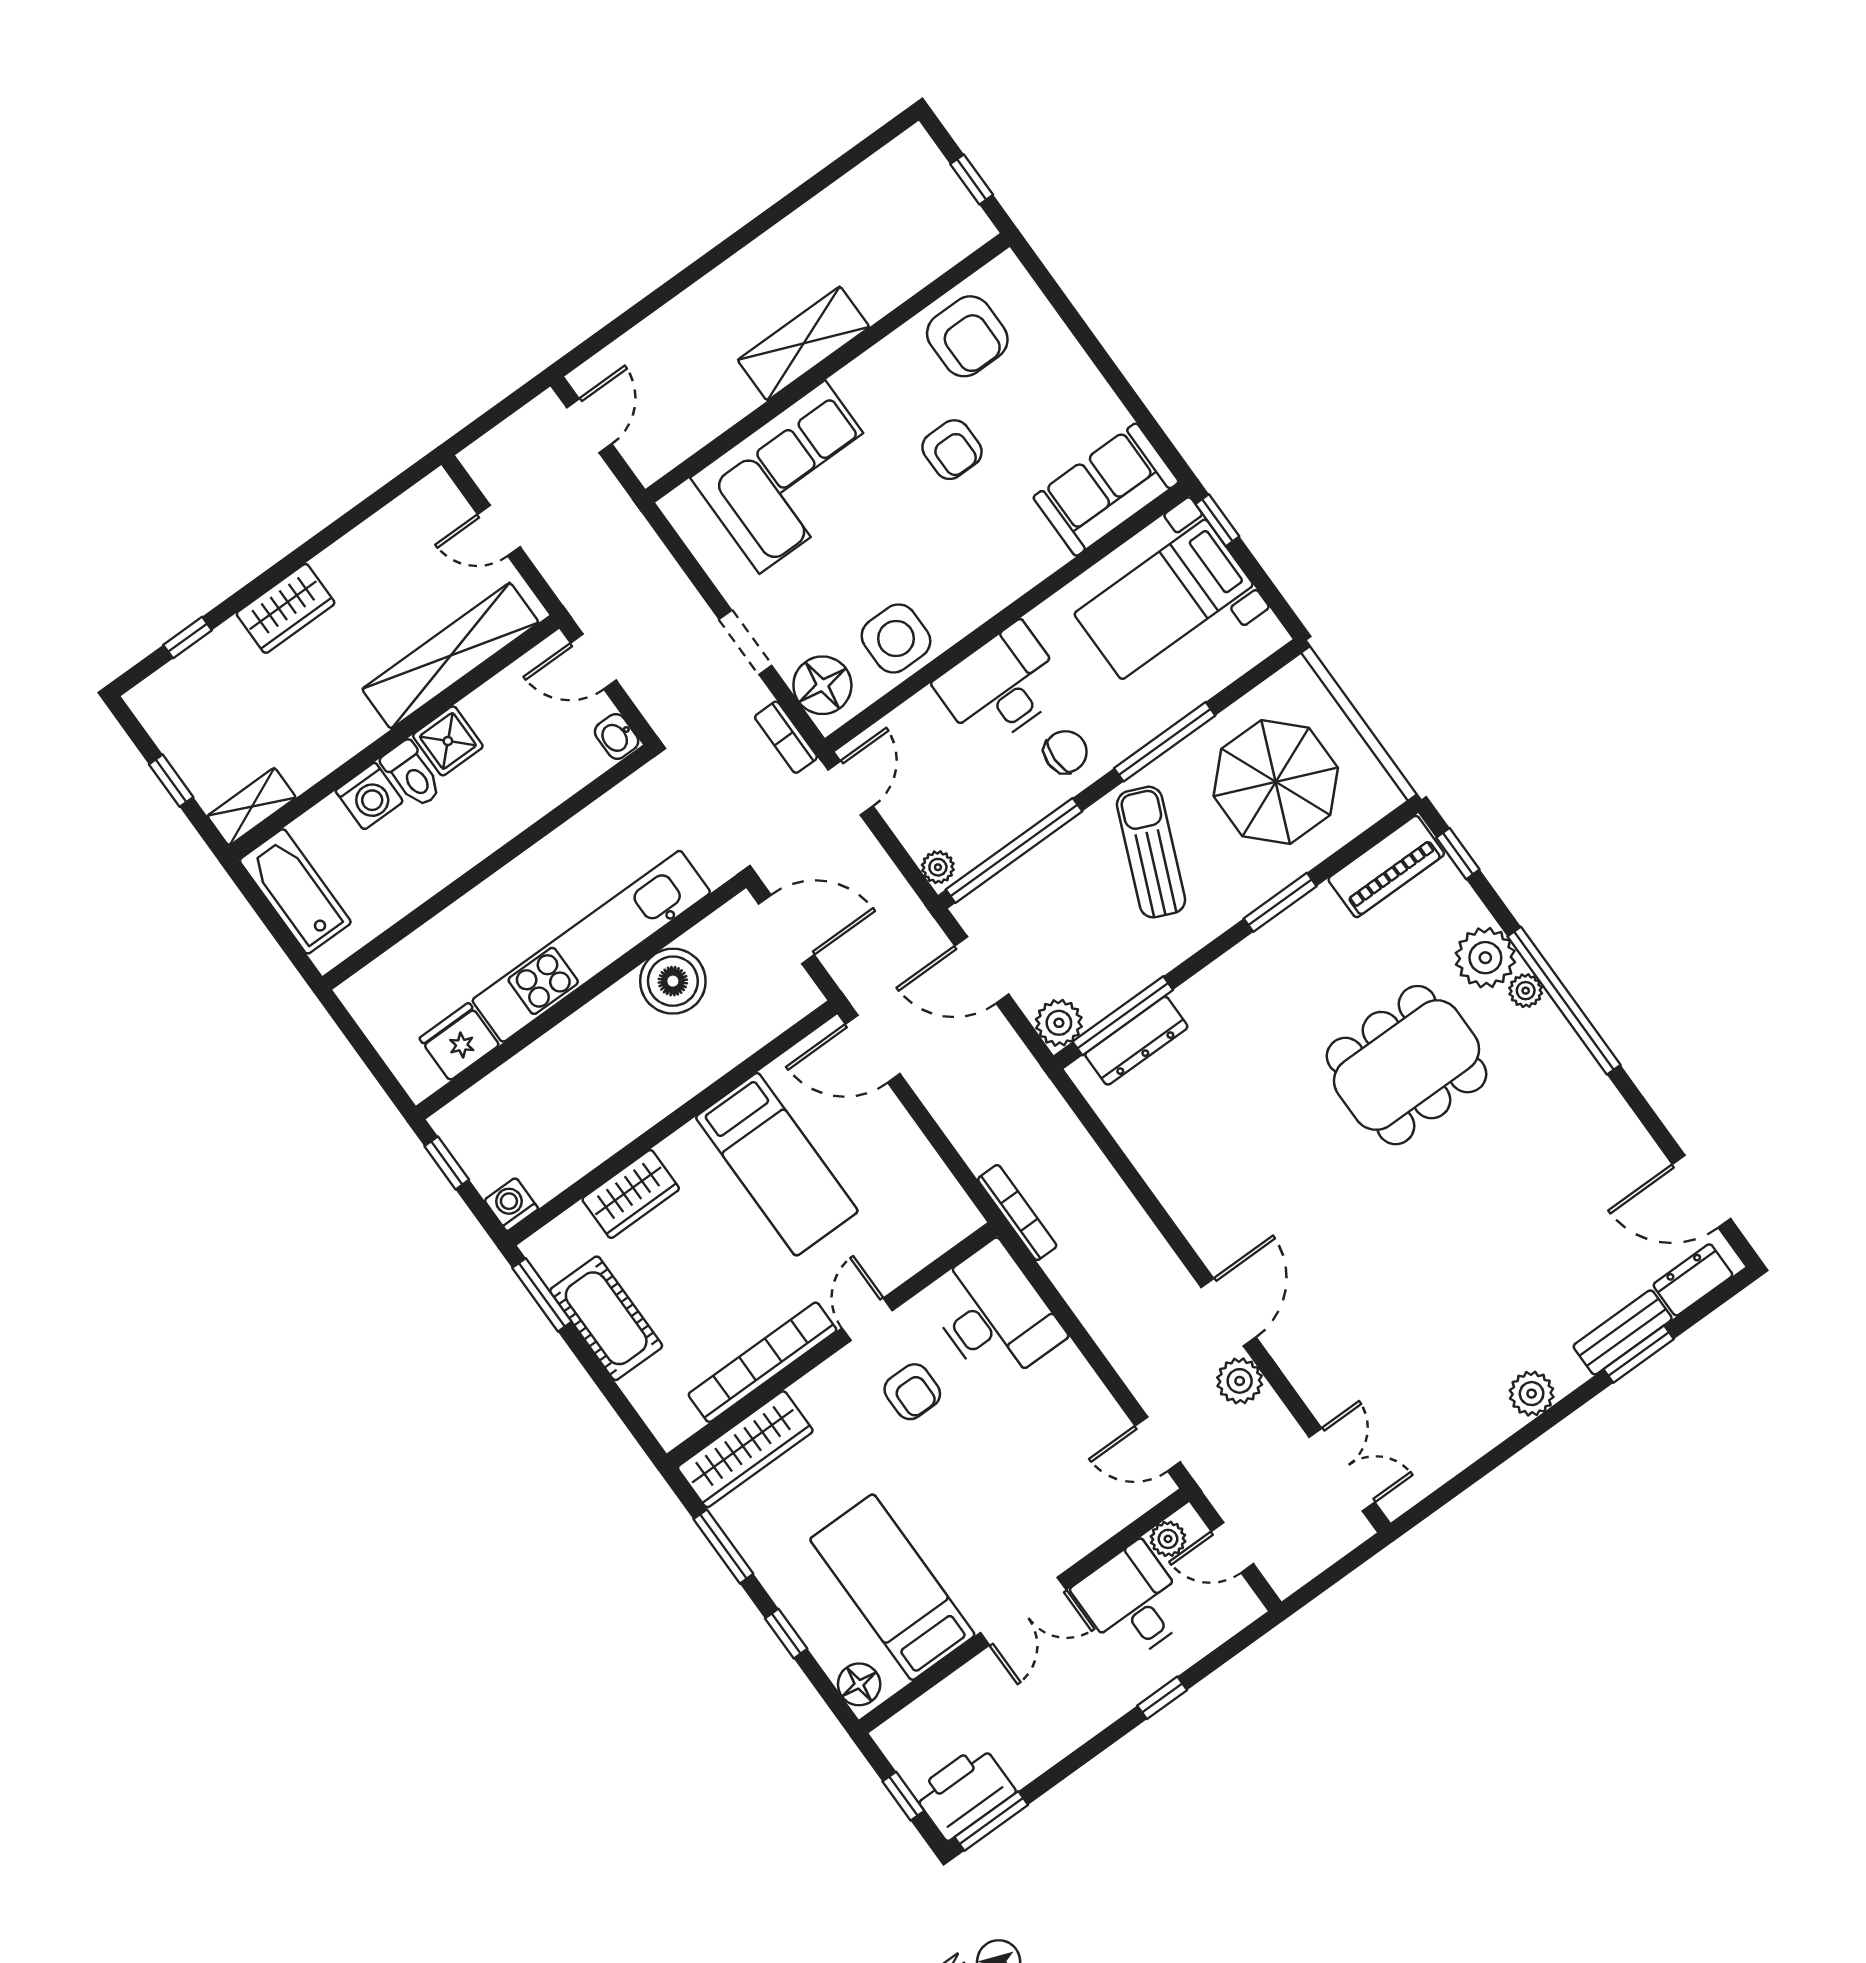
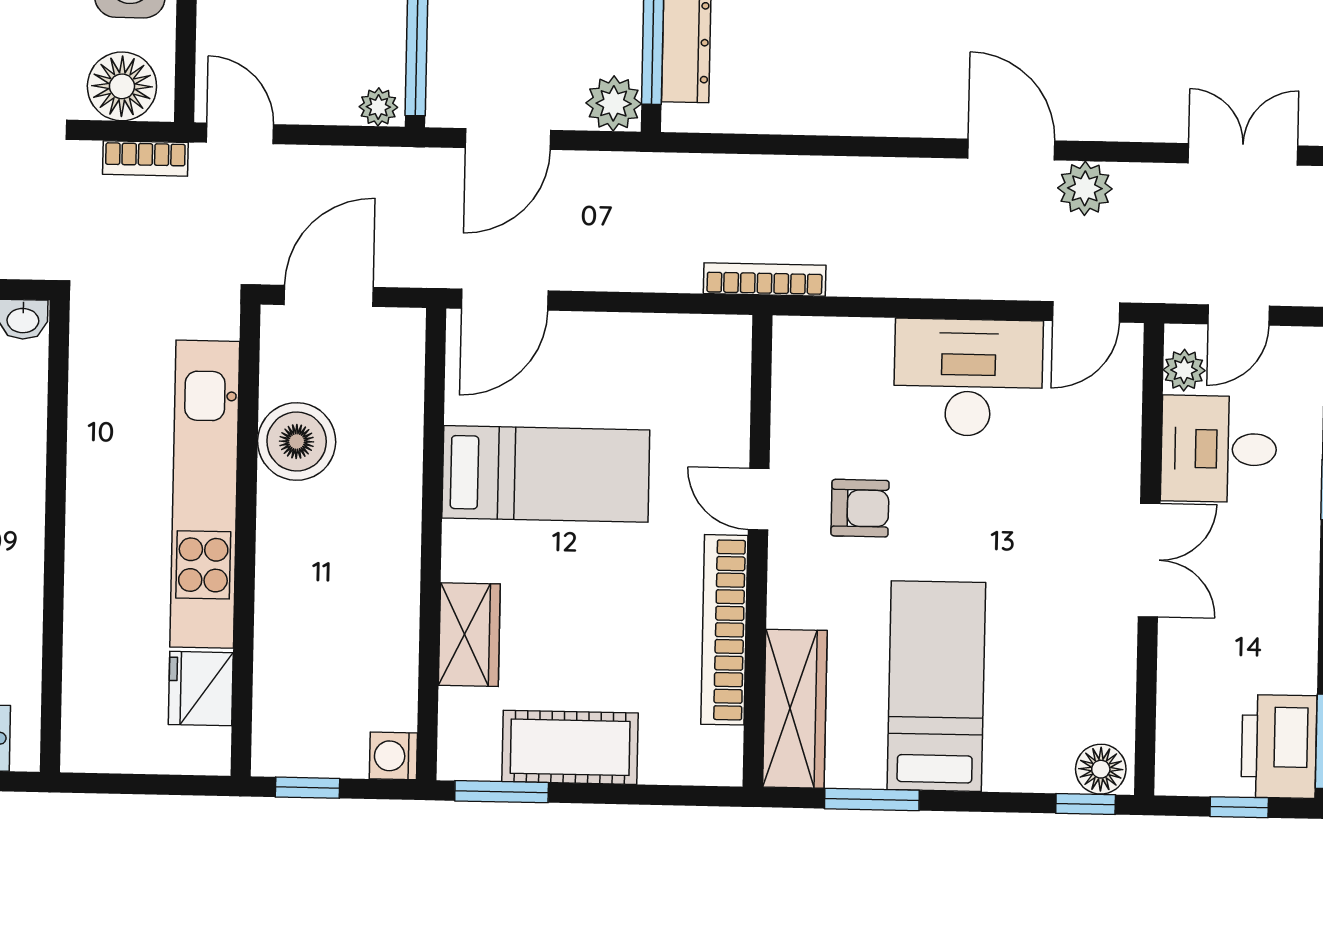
desk: (994, 1315) -> (968, 378), moved
bed: (892, 1587) -> (936, 686), moved, turned 90
window: (786, 1634) -> (1086, 804), moved

